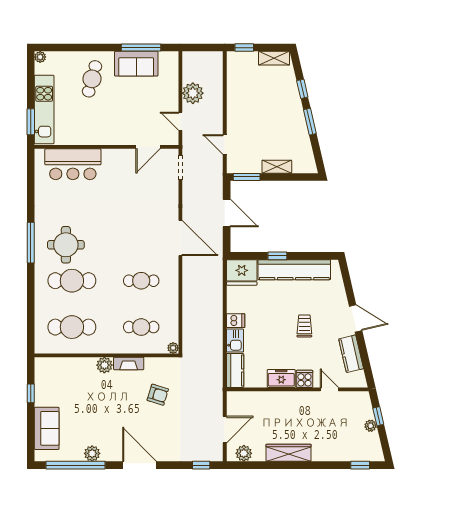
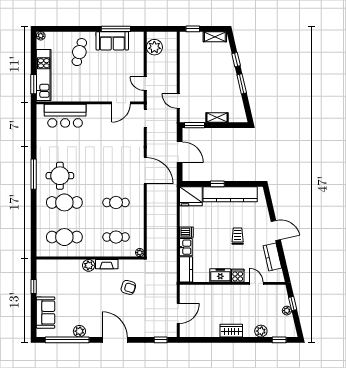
plant: (193, 93) -> (154, 47), moved
plant: (244, 453) -> (261, 331), moved
wardrobe: (289, 453) -> (231, 331), width x0.67

